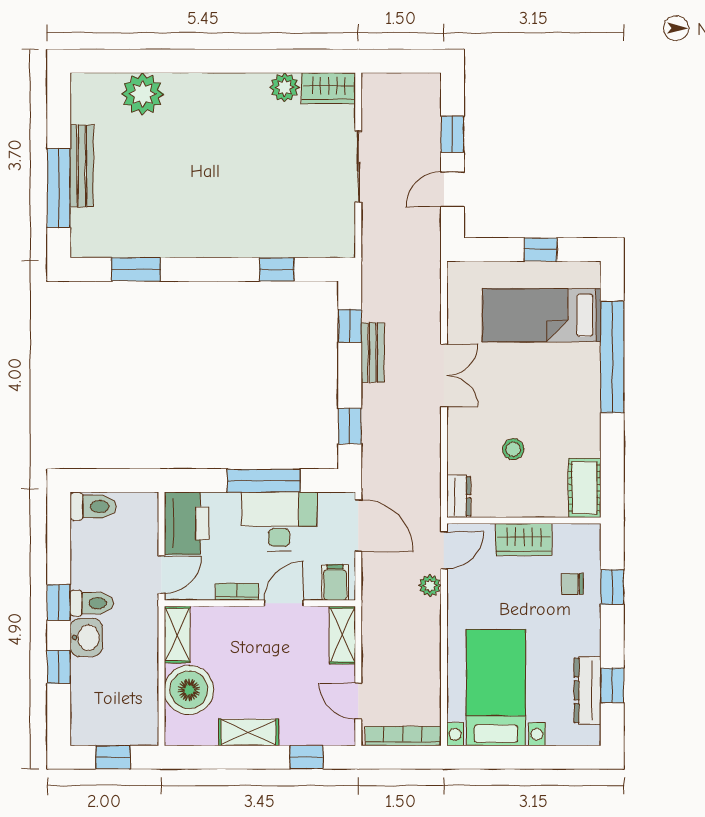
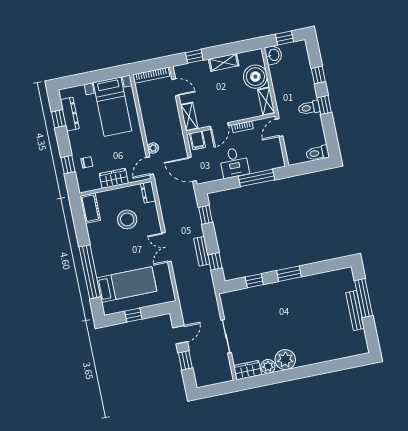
plant: (142, 94) -> (285, 360), moved
window: (136, 269) -> (289, 274), moved
stool: (513, 449) -> (127, 219), width x1.89, depth x1.89
window: (264, 481) -> (256, 178), moved
desk: (279, 522) -> (234, 163), width x0.73
printer: (187, 523) -> (272, 154), removed
washbasin: (86, 637) -> (274, 55), moved, turned 180

